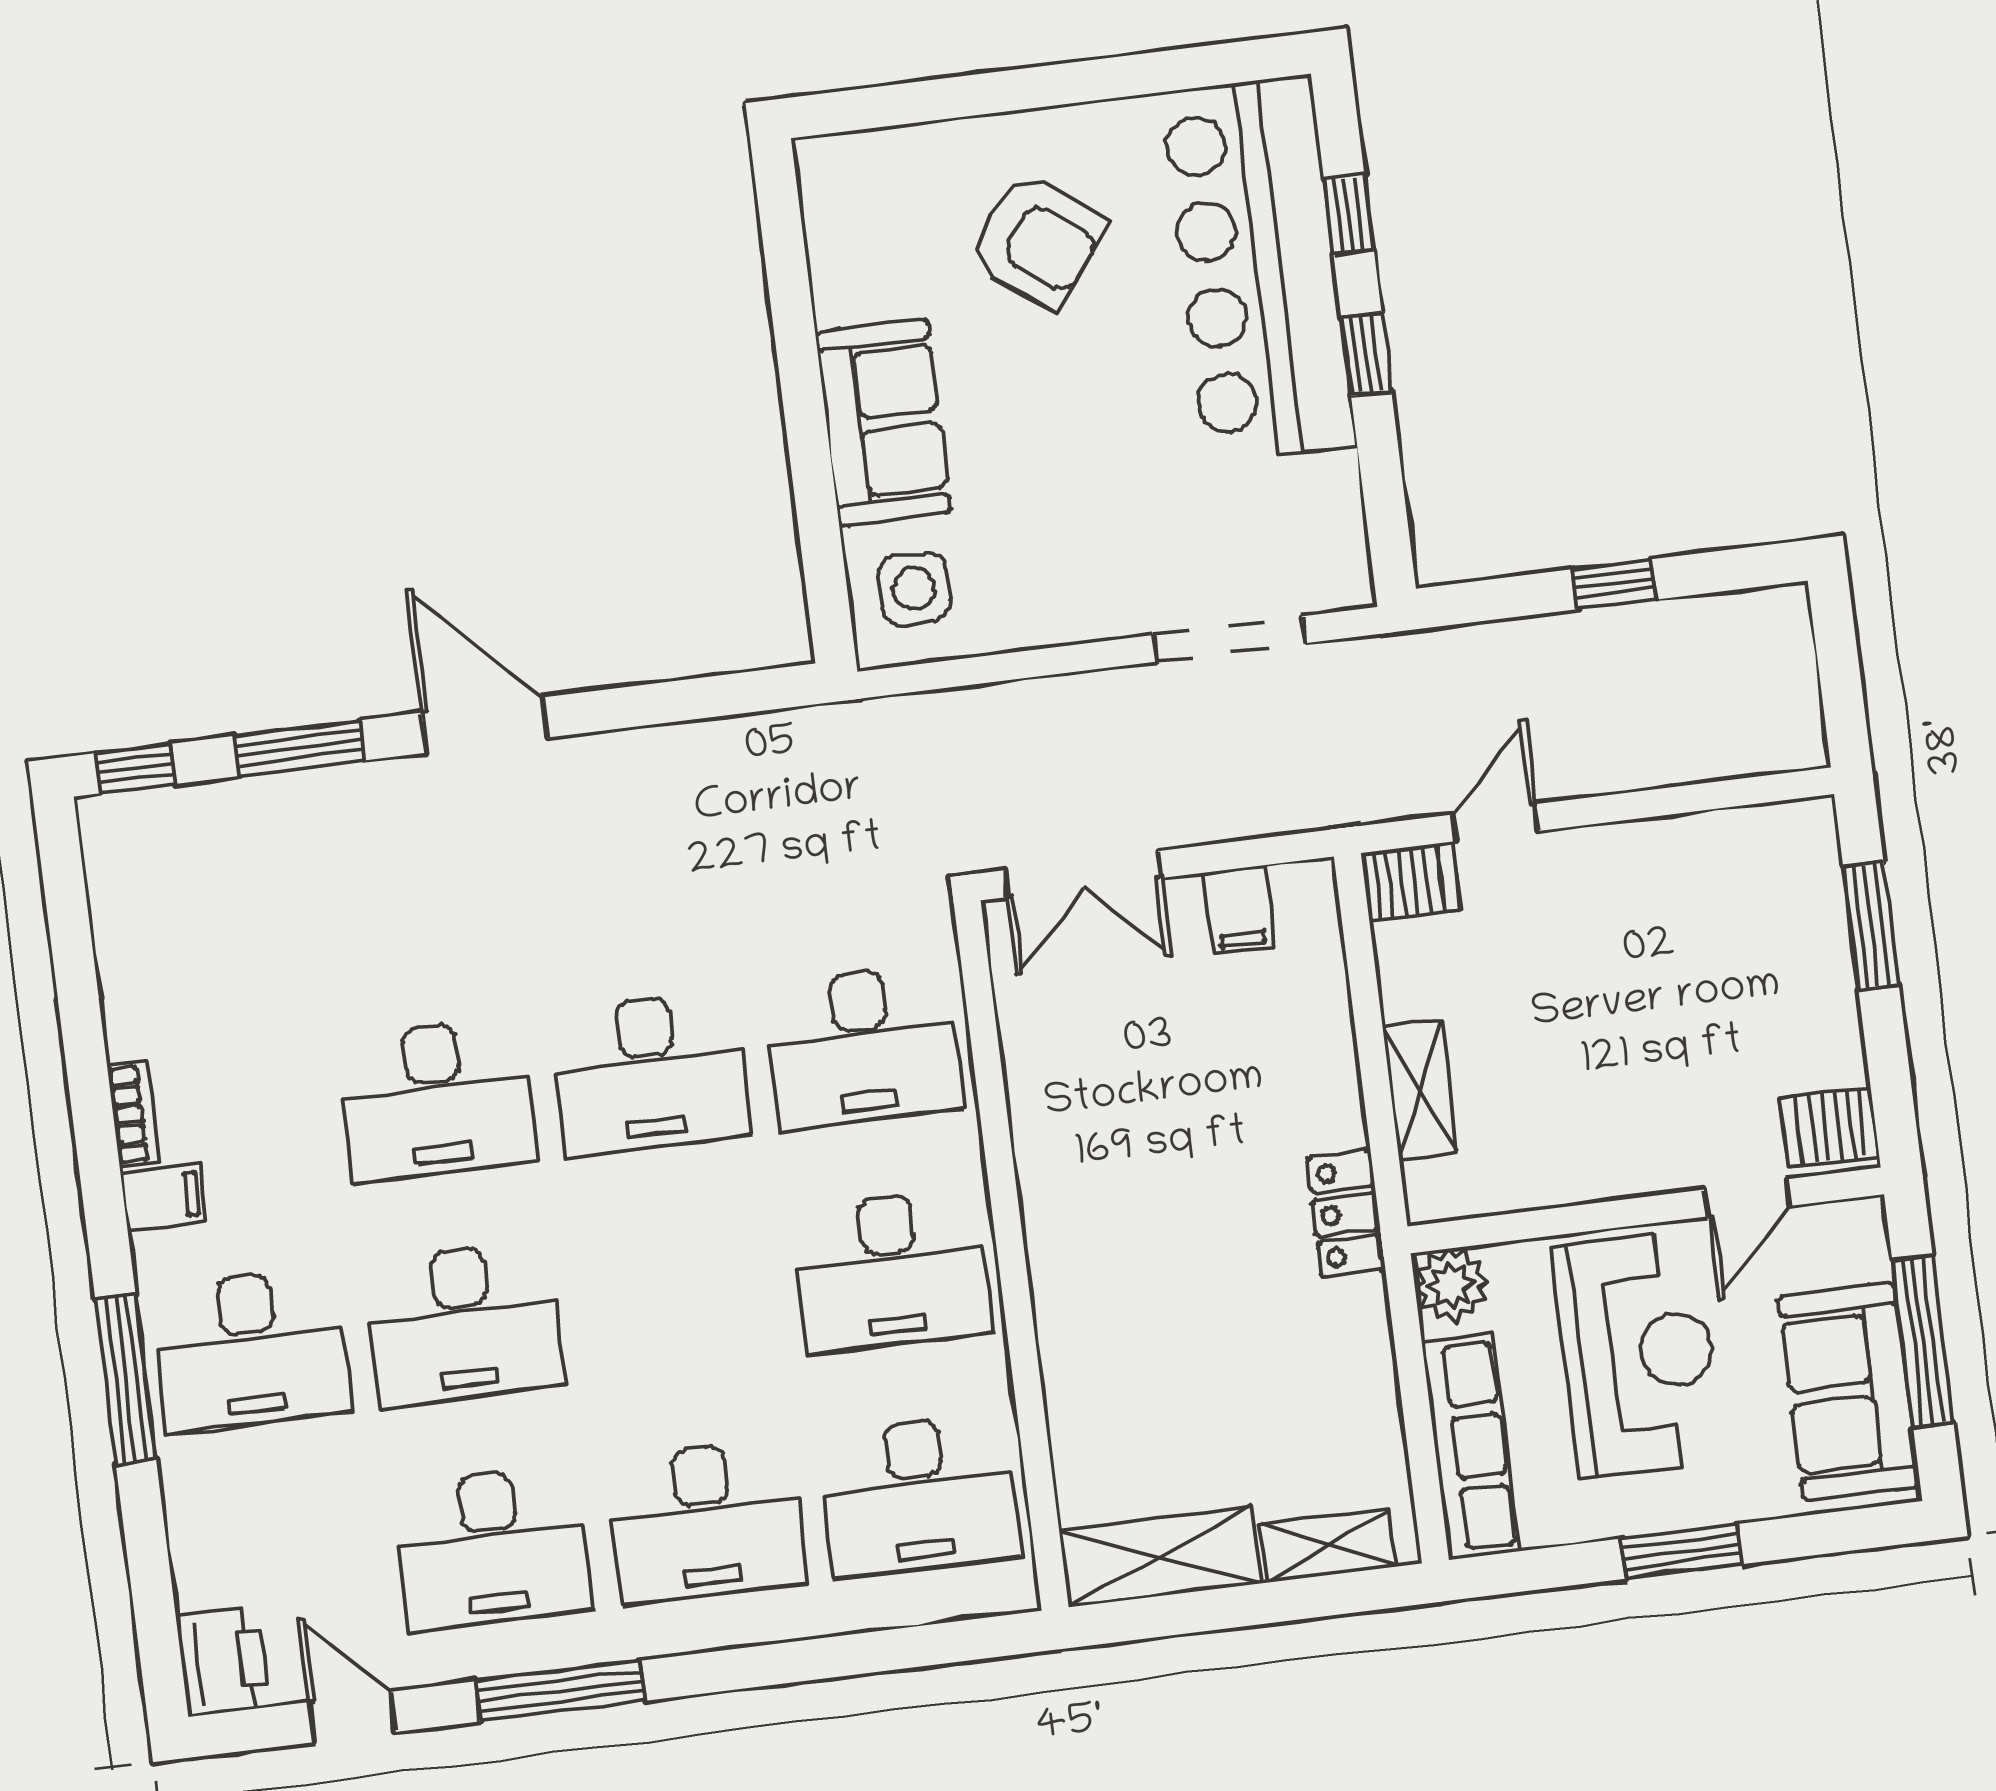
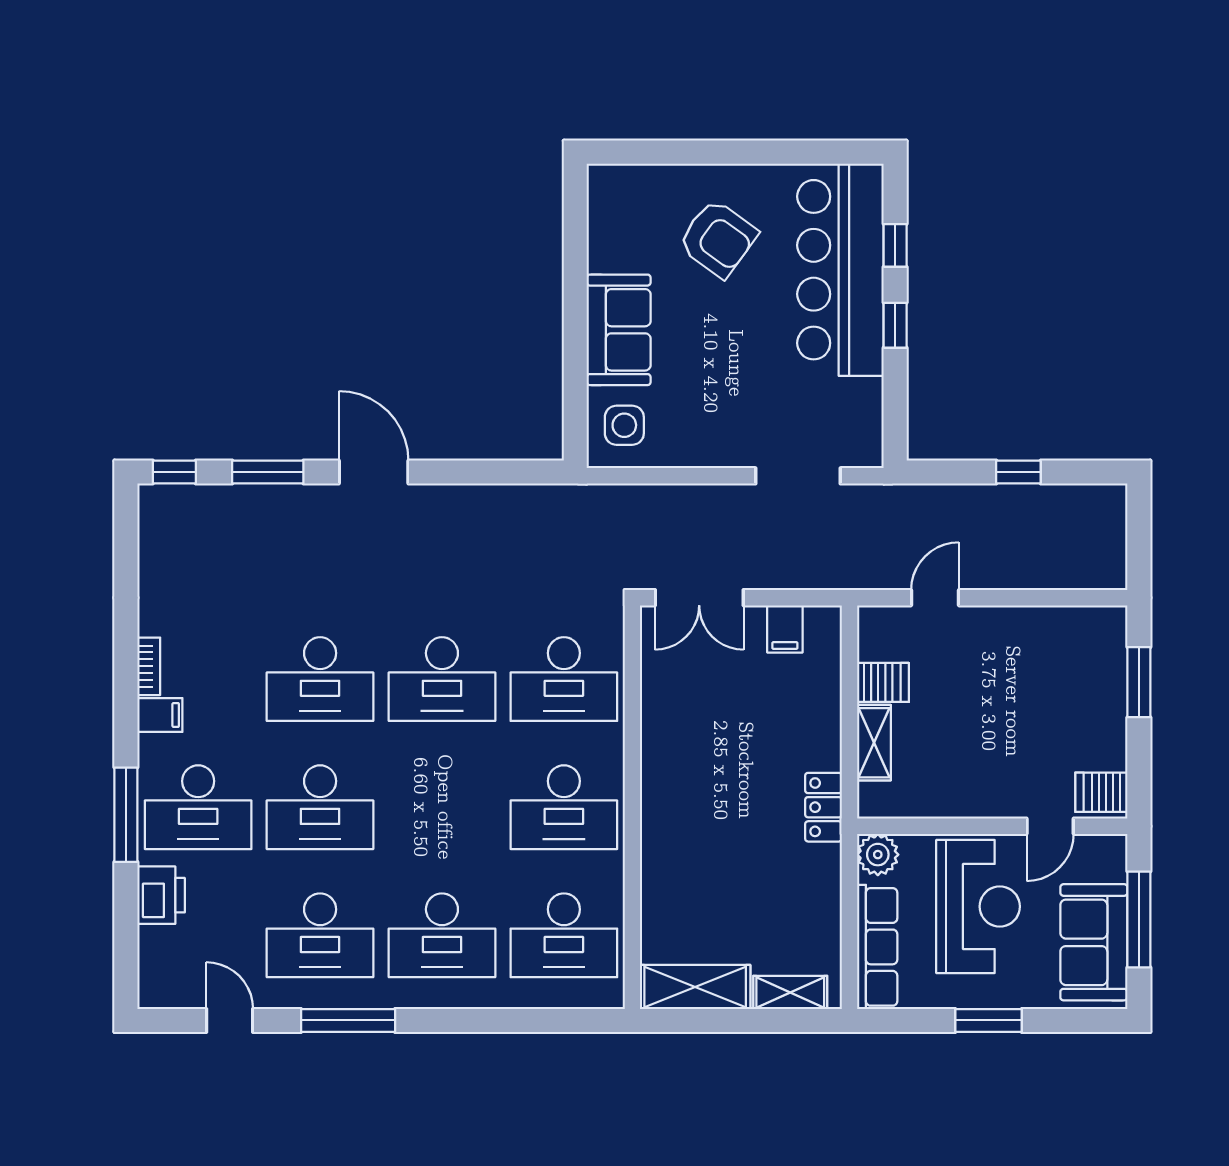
server rack: (1410, 882) -> (883, 682), moved
printer: (223, 1662) -> (161, 895), moved

